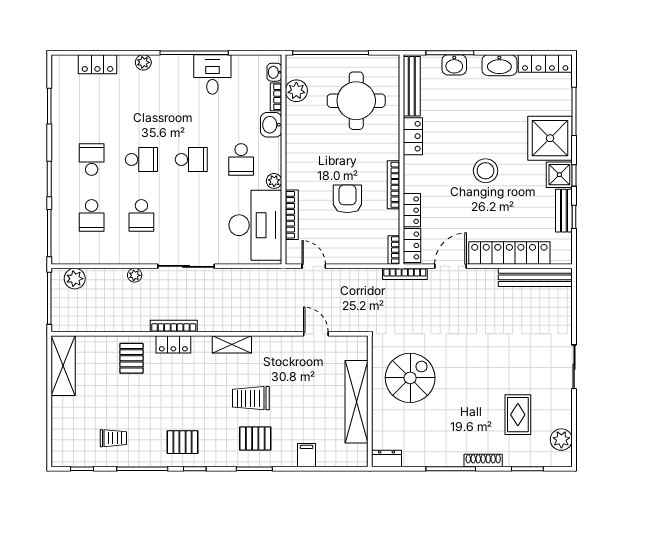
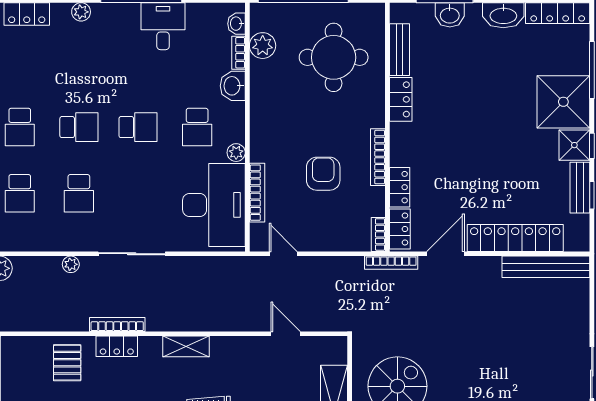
bench: (412, 86) -> (399, 50), width x0.73
school desk: (92, 160) -> (20, 127), turned 180
stool: (486, 171) -> (487, 140), removed

